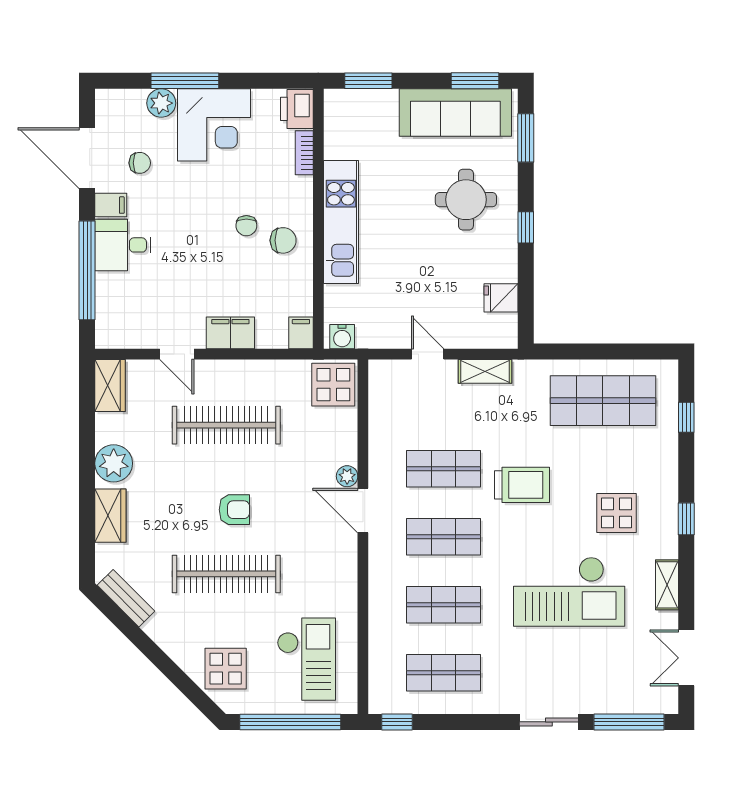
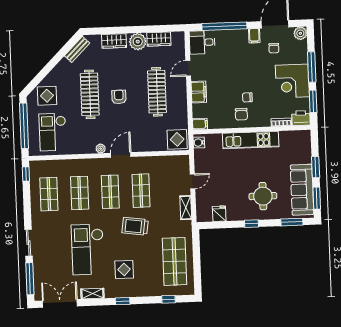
window: (261, 81) -> (313, 101), added
window: (368, 81) -> (316, 167), moved
plant: (161, 103) -> (300, 33), moved
desk: (123, 245) -> (202, 42), moved, turned -90
wardrobe: (110, 385) -> (159, 39), moved
plant: (347, 476) -> (101, 149), moved
trolley: (522, 485) -> (135, 226), turned 98
armchair: (234, 510) -> (119, 97), turned 180
double door: (686, 658) -> (60, 303), width x1.37
checkout: (306, 659) -> (53, 132), turned 90

